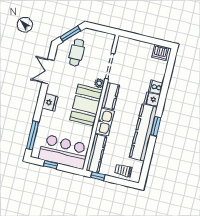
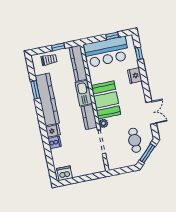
fridge: (50, 103) -> (135, 76), moved
window: (156, 126) -> (35, 90), moved
window: (33, 135) -> (139, 53), width x0.46
window: (98, 176) -> (58, 47), moved

